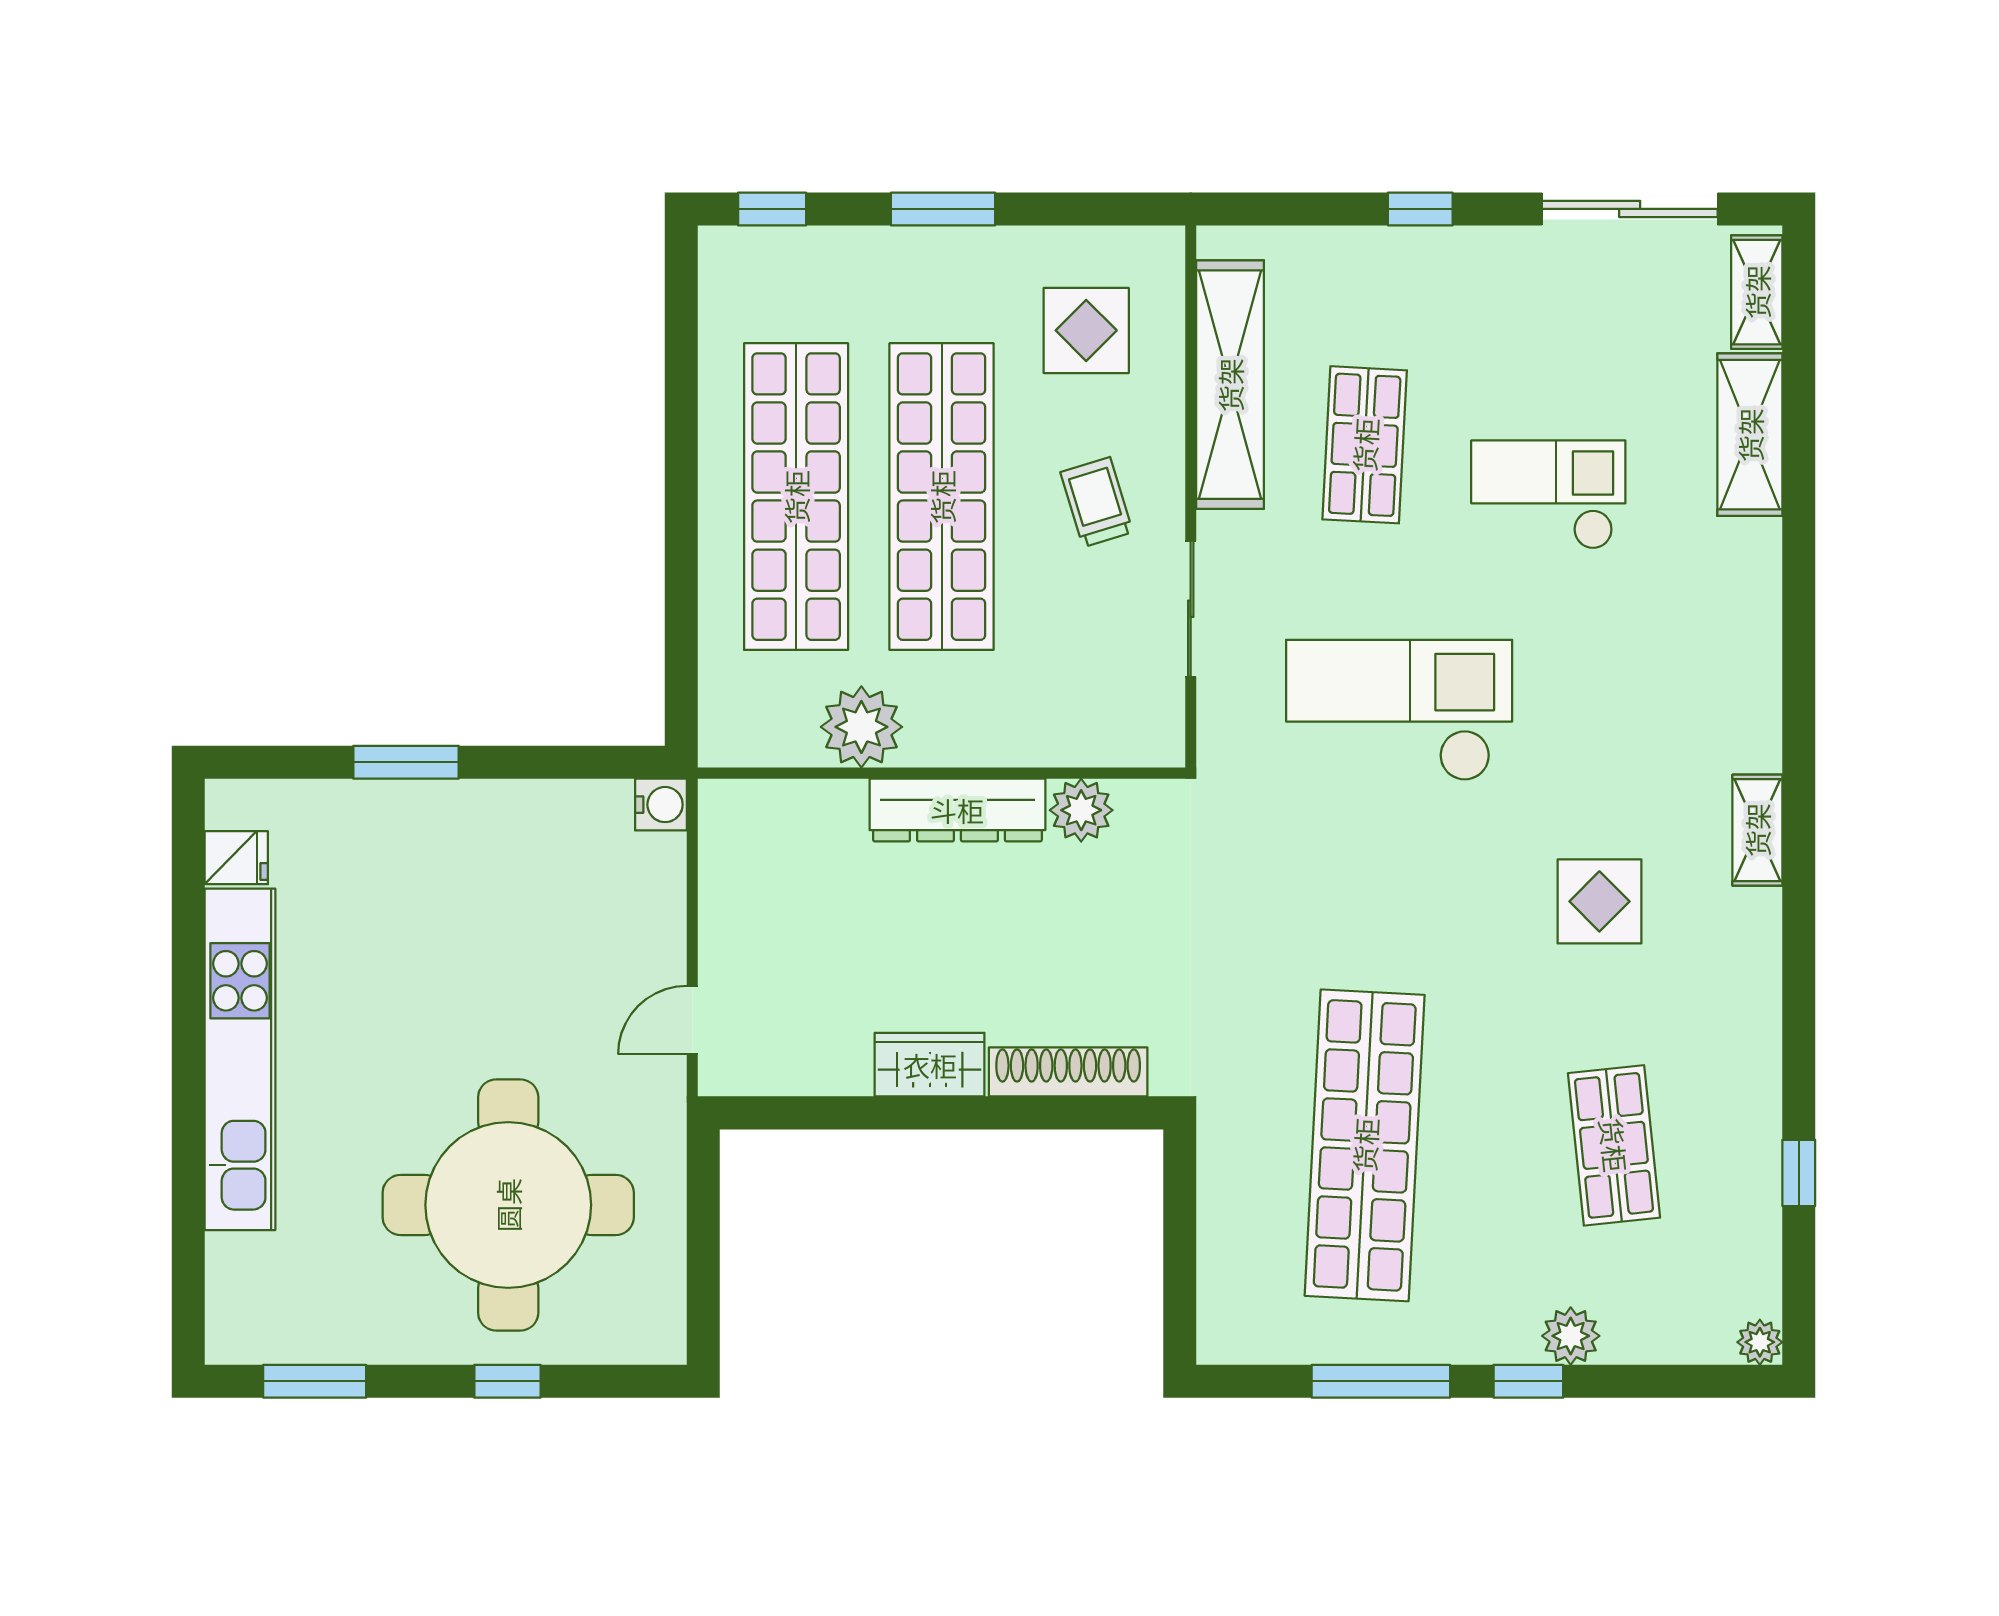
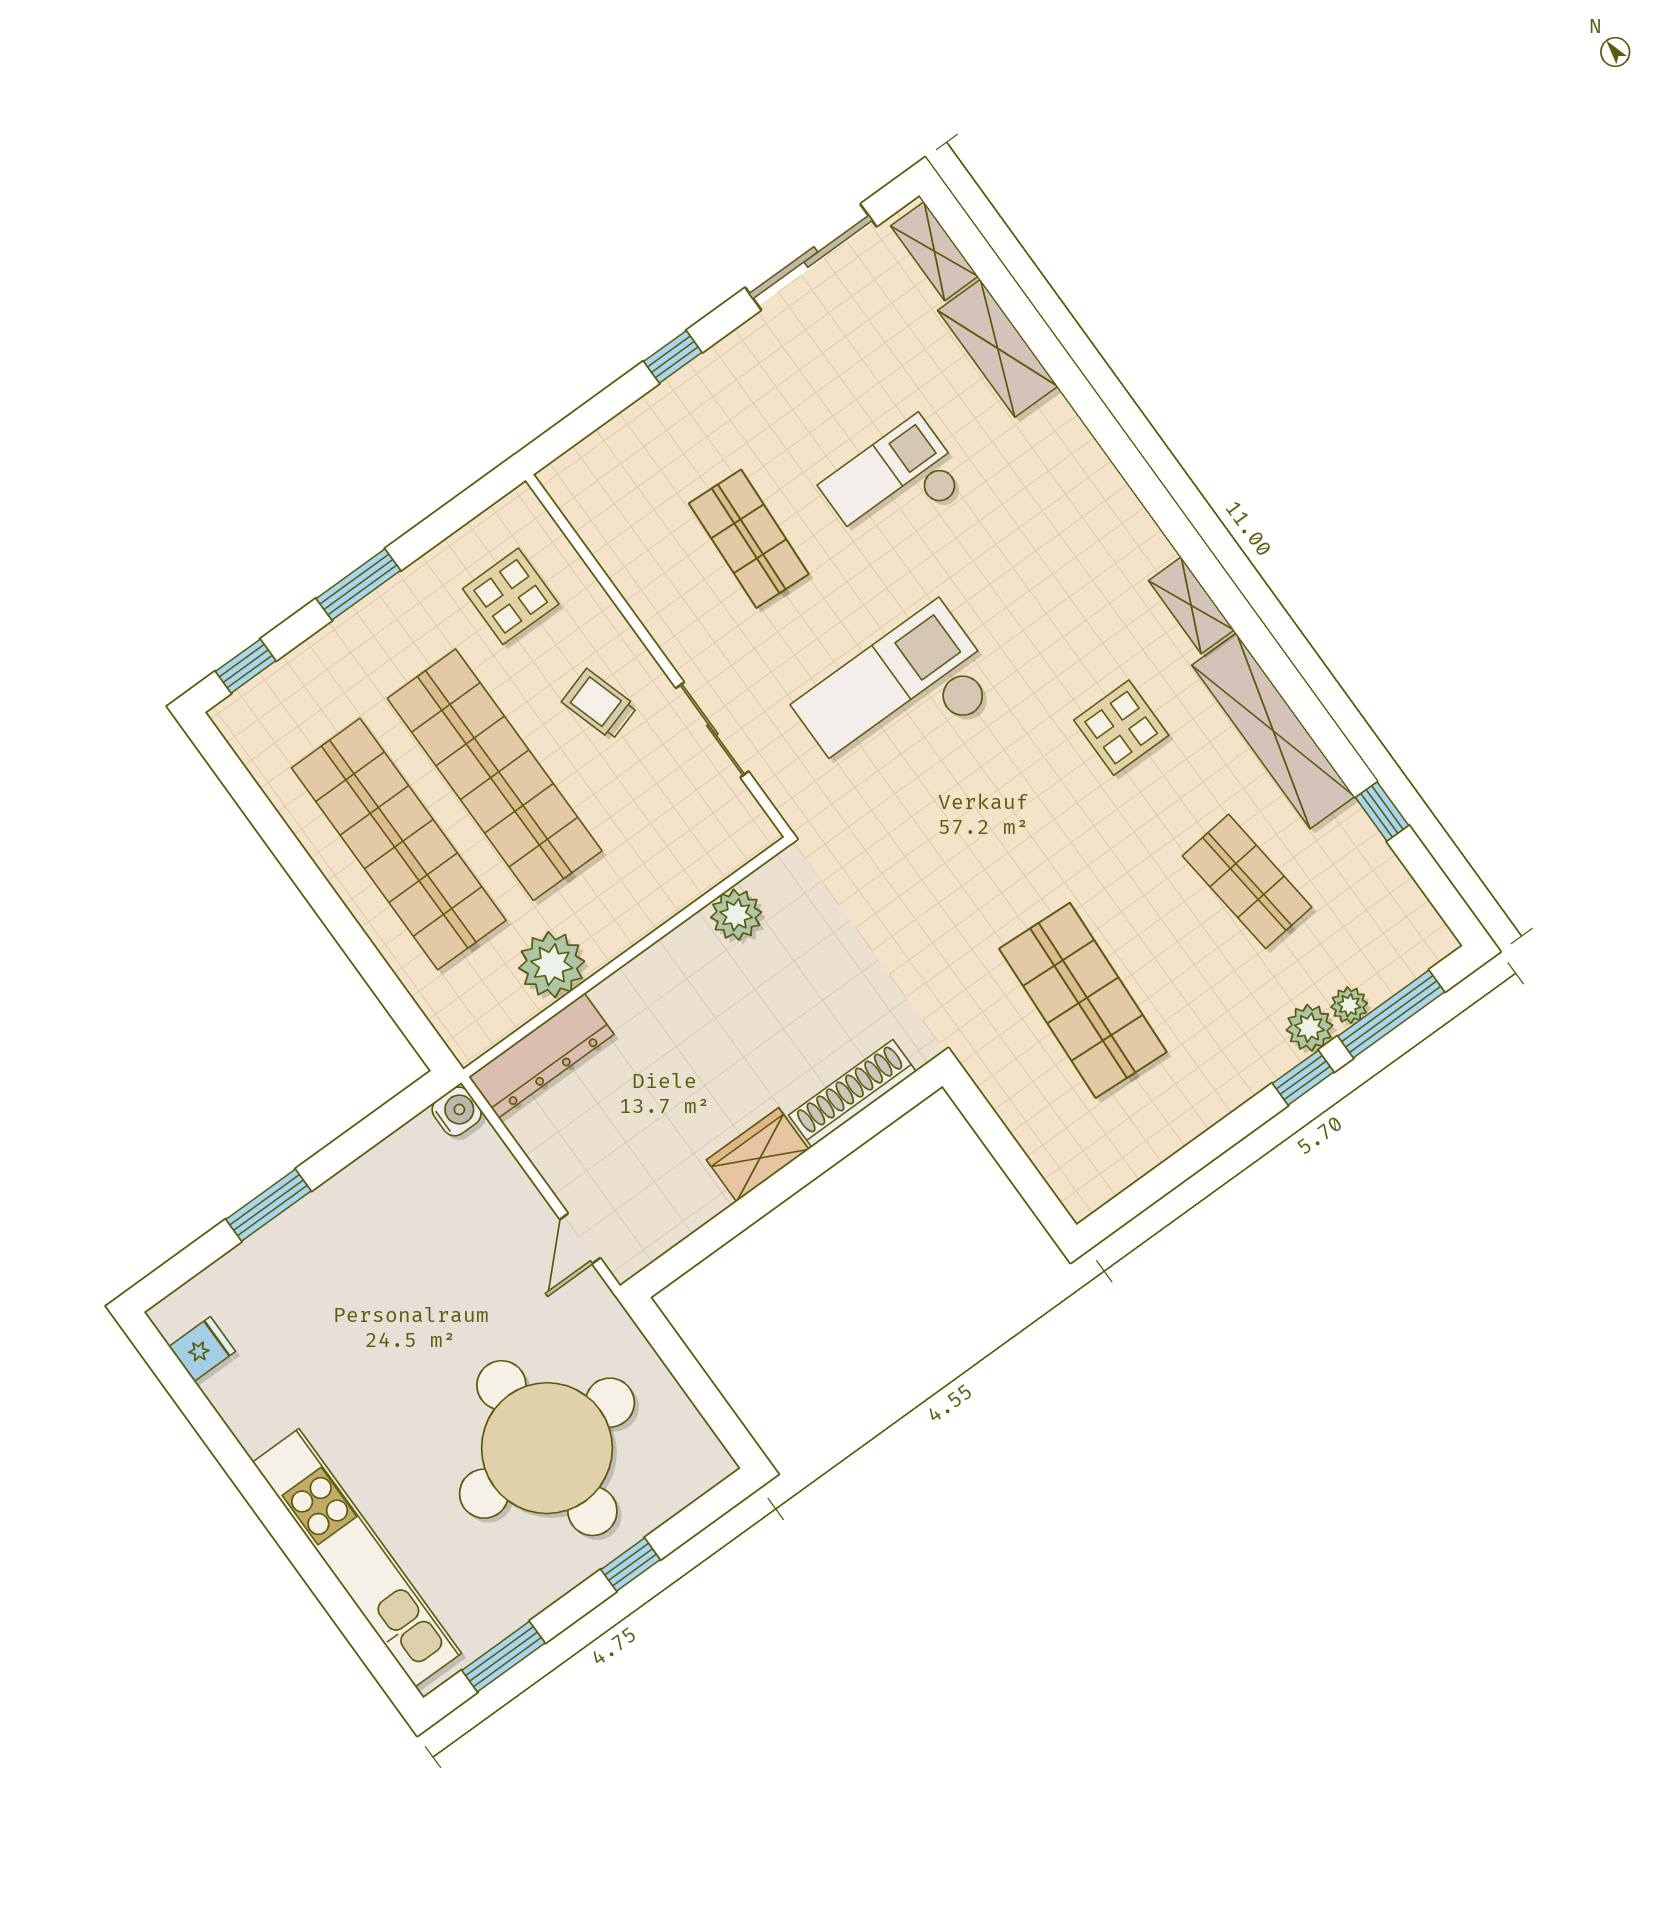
shelving: (1230, 385) -> (1273, 731), moved
dresser: (957, 810) -> (541, 1056), moved
kitchen unit: (240, 1059) -> (357, 1558), moved
shop shelf: (1365, 1145) -> (1083, 1000), width x0.71
plant: (1760, 1342) -> (1349, 1005), moved
window: (1381, 1381) -> (1391, 1014), moved

